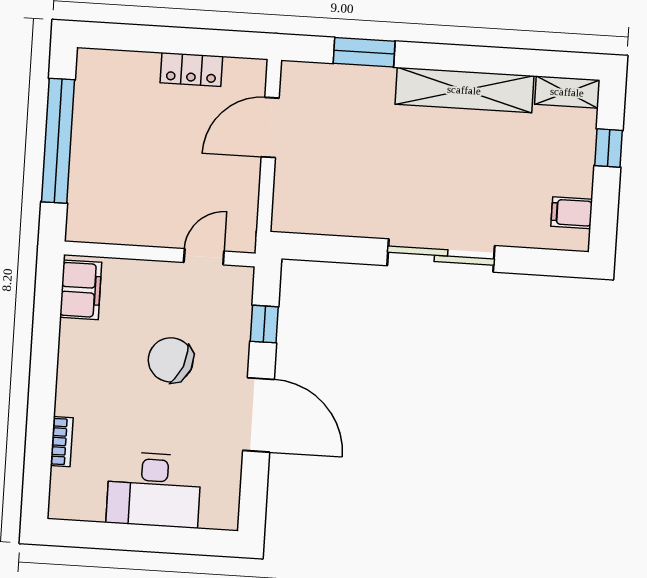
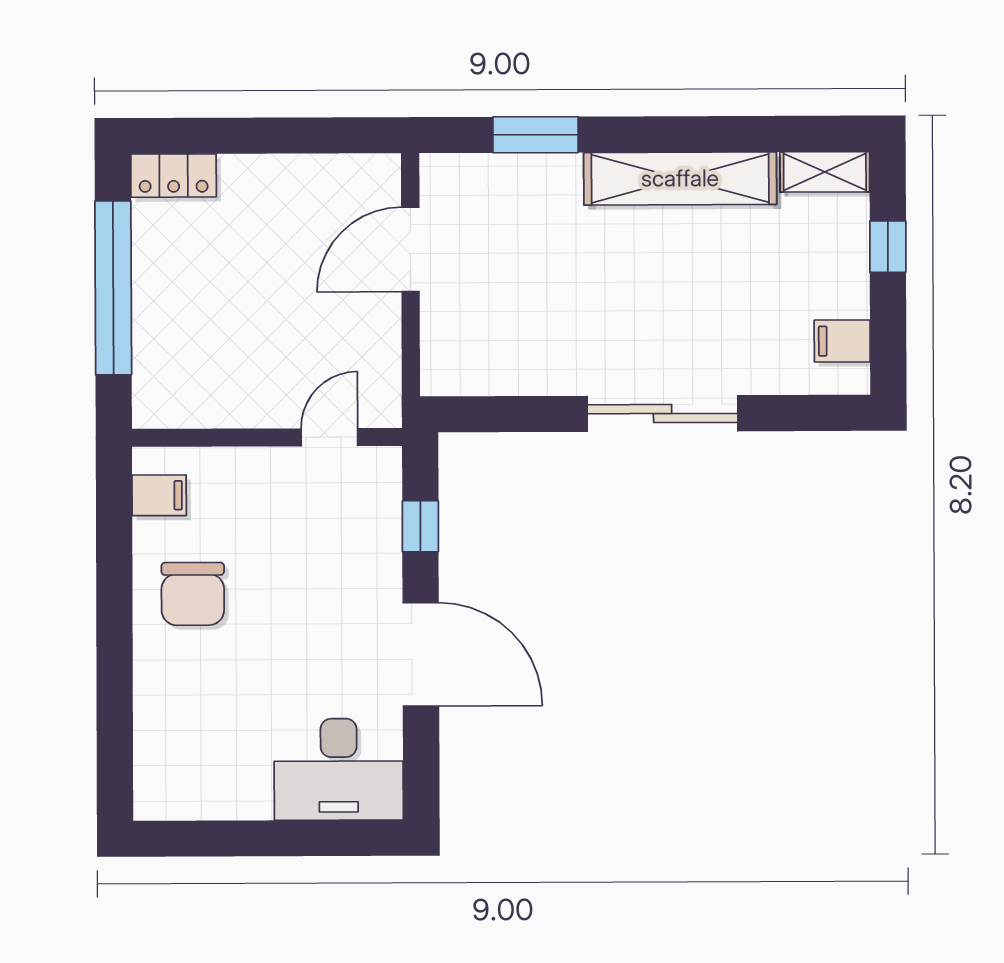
locker: (191, 69) -> (174, 176), moved
filing cabinet: (81, 290) -> (159, 495), width x0.50
chair: (171, 360) -> (193, 594), moved, turned -112
bookcase: (62, 442) -> (147, 710), removed
desk: (154, 490) -> (339, 769), moved

